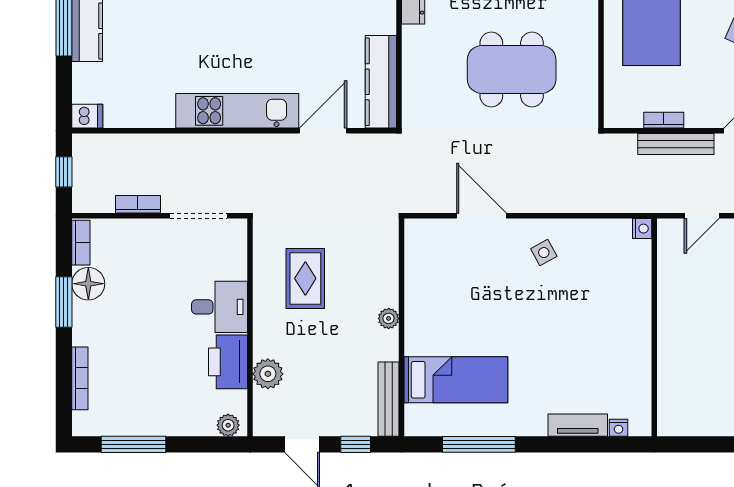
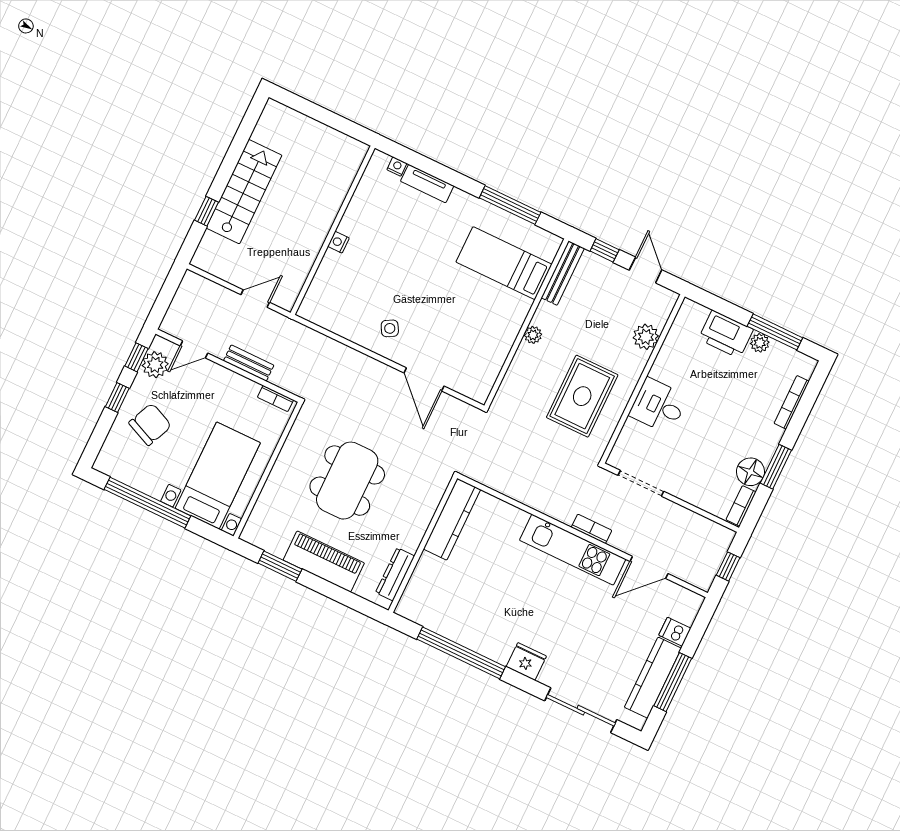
dining table: (512, 69) -> (347, 481), turned 90
dishwasher: (87, 116) -> (675, 632), moved
bookcase: (664, 120) -> (275, 398), moved
door: (323, 131) -> (649, 567), moved
bench: (676, 144) -> (249, 363), width x0.73
bookcase: (138, 204) -> (592, 529), moved, turned 180
nightstand: (642, 229) -> (338, 242), moved
rug: (305, 278) -> (582, 396), width x1.36, depth x1.43
printer: (228, 362) -> (726, 334), moved, turned 90
plant: (228, 425) -> (760, 343), moved

